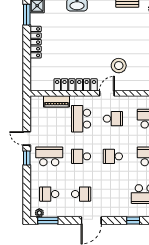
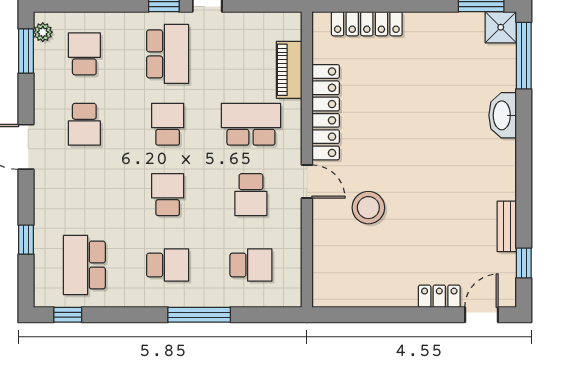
locker: (36, 42) -> (367, 24), moved

